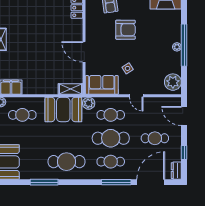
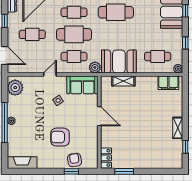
shelving: (71, 89) -> (123, 81), moved
door: (136, 96) -> (50, 75), hinge flipped

